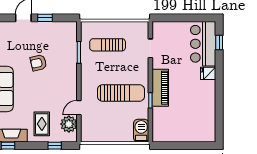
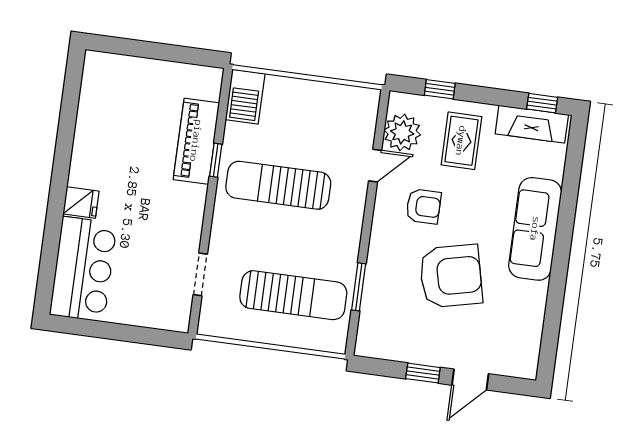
window: (219, 42) -> (48, 267), removed
sun lounger: (108, 45) -> (293, 295), width x1.36, depth x1.34
armchair: (38, 63) -> (451, 276), width x1.88, depth x1.88
piano: (160, 88) -> (196, 141), moved
armchair: (55, 92) -> (423, 206), added

